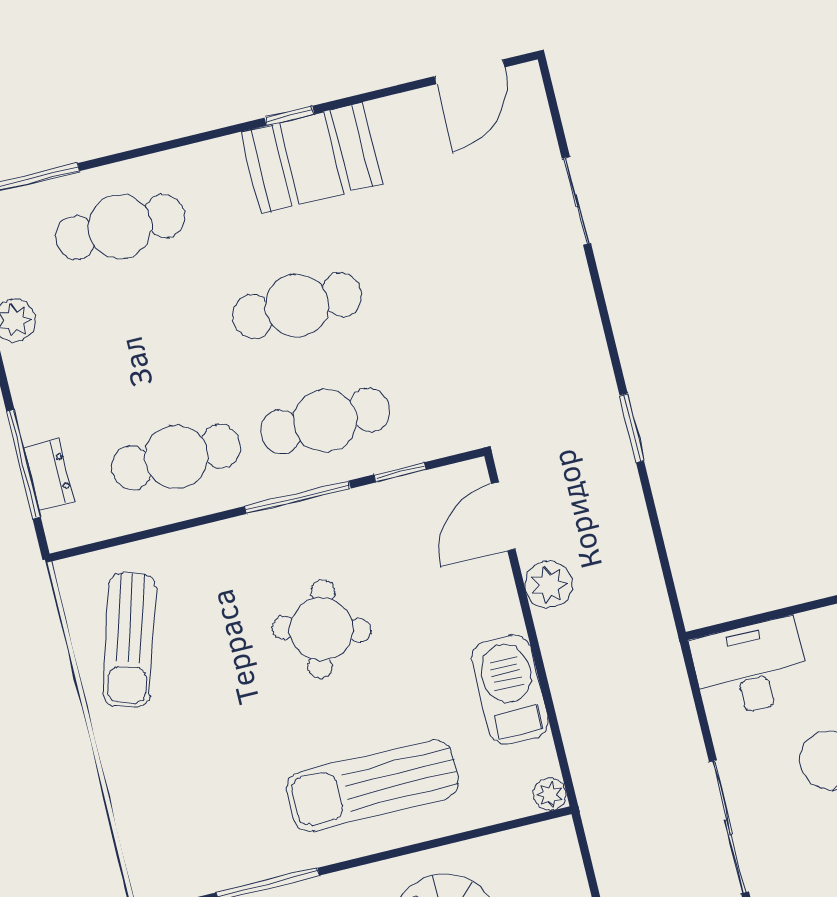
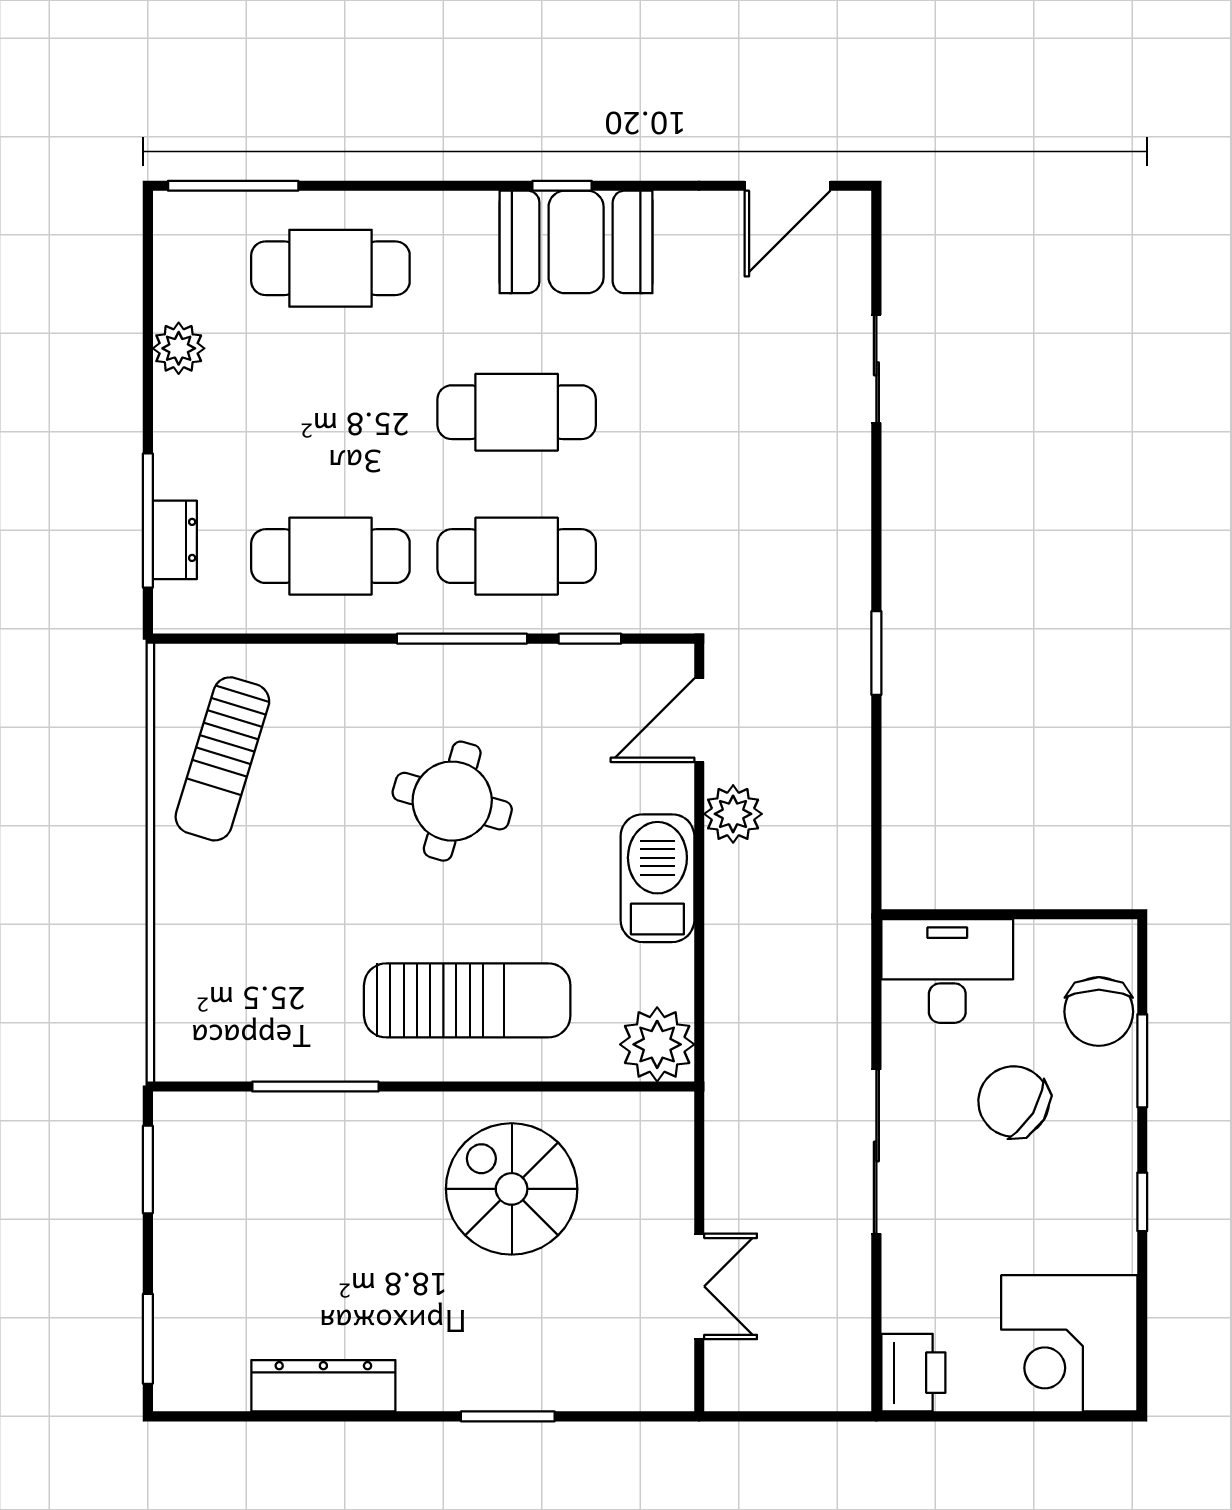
barbecue: (510, 690) -> (657, 878), moved
sun lounger: (372, 786) -> (467, 1000), turned 180
plant: (550, 794) -> (657, 1044), width x1.87, depth x1.87

